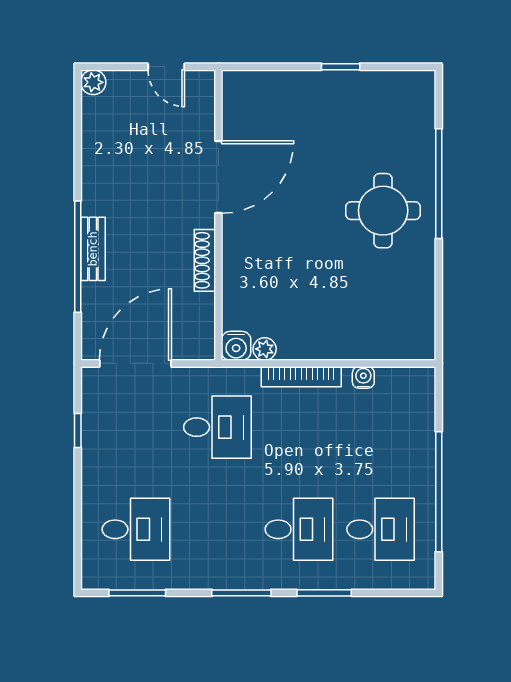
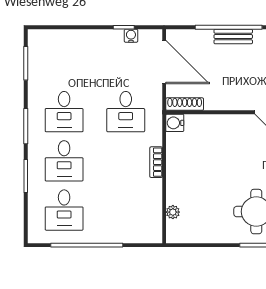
shoe rack: (205, 260) -> (185, 104), moved
plant: (265, 349) -> (173, 212), moved
bookcase: (301, 377) -> (156, 162), width x0.64
water cooler: (363, 377) -> (131, 36), moved, turned -90
desk: (136, 529) -> (64, 112), moved

